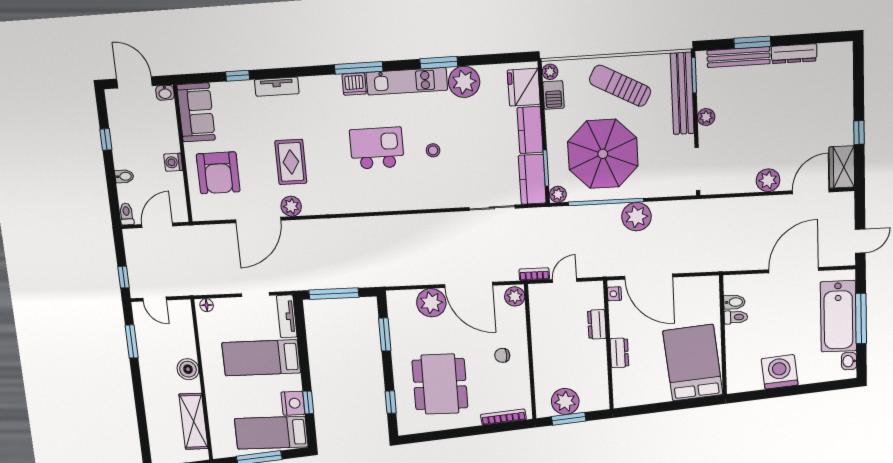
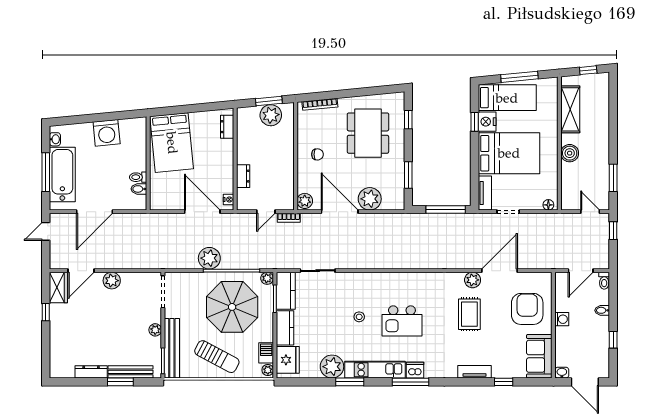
dresser: (619, 353) -> (227, 127), moved
bed: (261, 358) -> (509, 153), width x1.50

